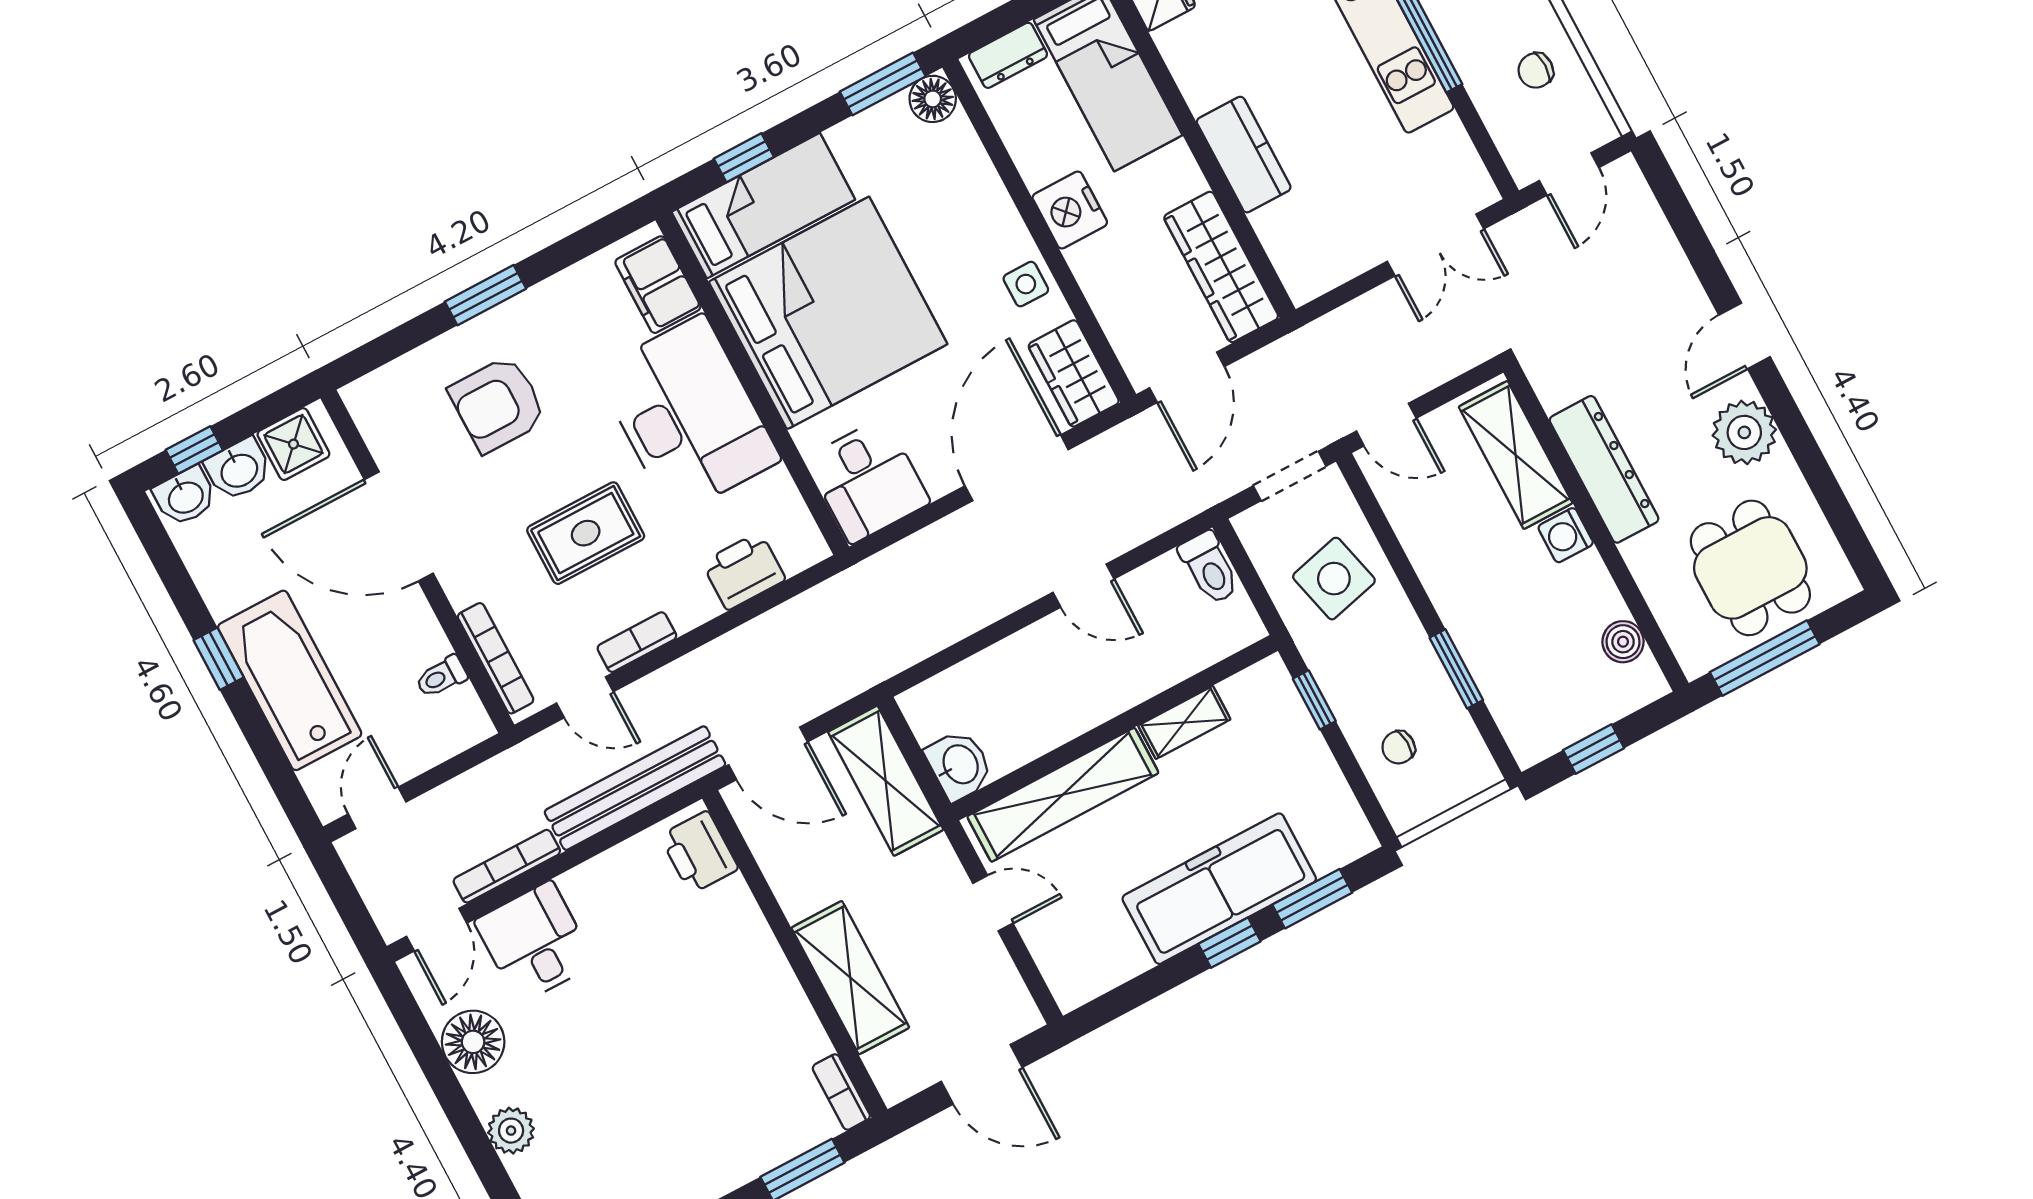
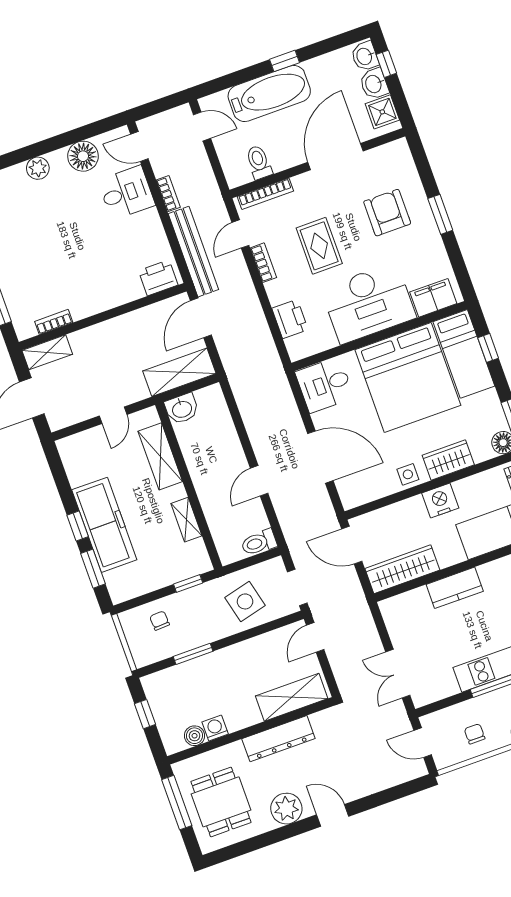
wardrobe: (1074, 373) -> (448, 460), moved
washing machine: (1566, 535) -> (215, 728), moved
dining table: (1750, 568) -> (221, 802), turned 90
toilet: (441, 677) -> (259, 162), width x1.37, depth x1.39
shelving: (1063, 795) -> (160, 456), width x0.68
bookcase: (507, 866) -> (168, 194), width x0.64
shelving: (850, 978) -> (47, 352), moved, width x0.67, depth x0.75
bookcase: (841, 1092) -> (54, 322), moved

